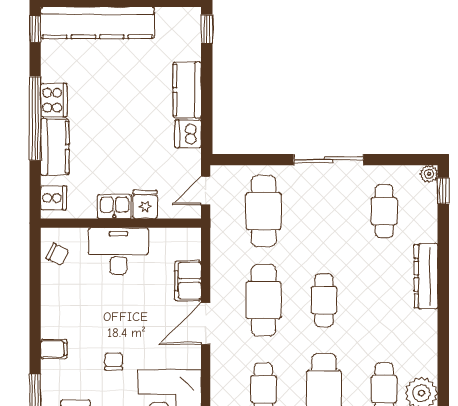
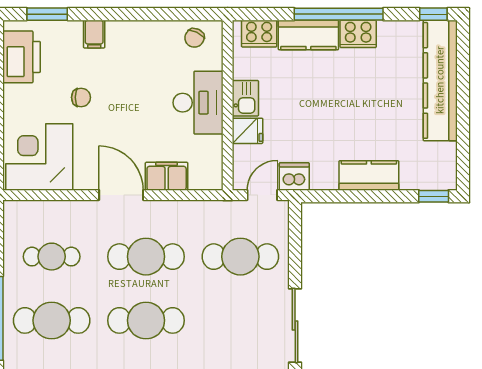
dishwasher: (188, 134) -> (294, 177), moved
door: (206, 191) -> (262, 195), hinge flipped
cooker: (53, 198) -> (259, 34), width x1.36
cafe table: (324, 300) -> (146, 320), width x1.37, depth x1.35

